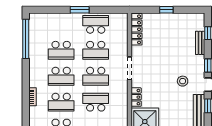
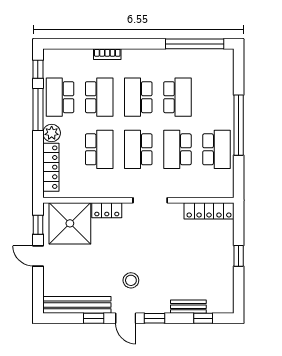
window: (80, 10) -> (239, 125), width x2.11
school desk: (61, 50) -> (177, 97), turned 180
school desk: (61, 102) -> (99, 97), turned 180

